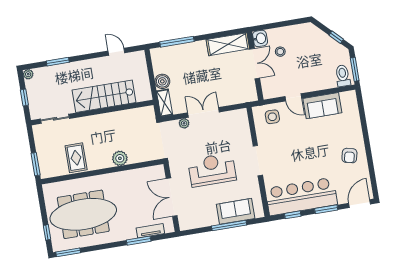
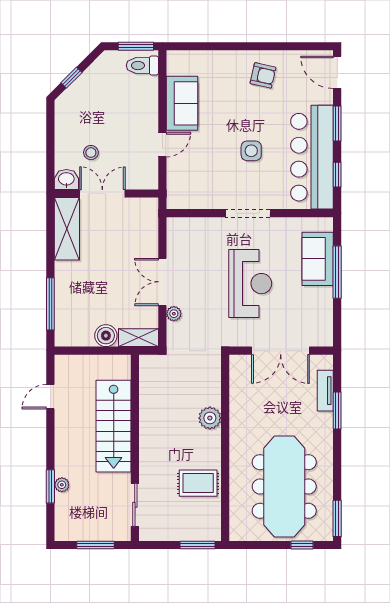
window: (336, 37) -> (71, 78), moved
plant: (28, 74) -> (62, 485), moved
window: (24, 97) -> (95, 545), width x1.50
side table: (272, 117) -> (251, 151), moved
reception desk: (212, 170) -> (250, 284), turned 180

